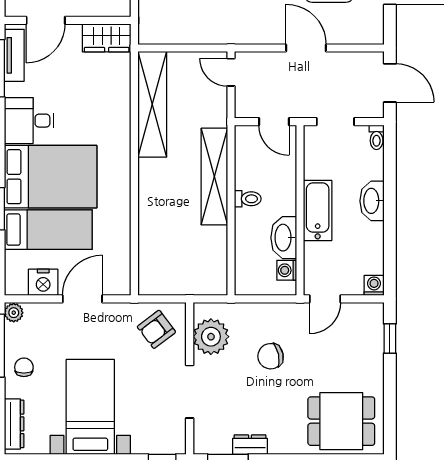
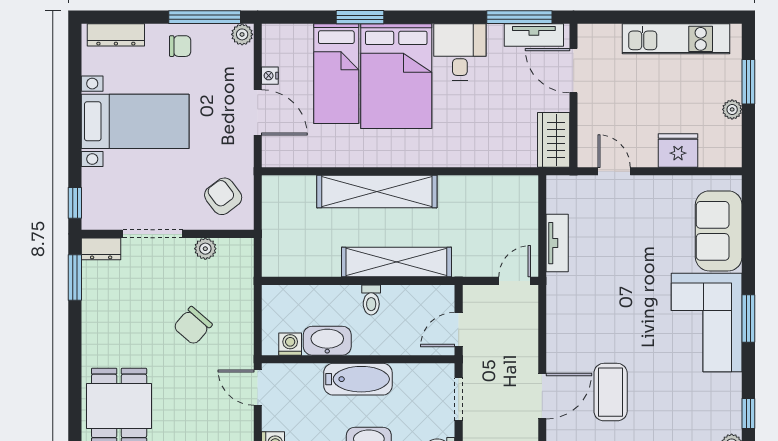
tv unit: (198, 35) -> (557, 243), added
door: (306, 48) -> (542, 396), moved
shelving: (152, 104) -> (377, 191), moved
nightstand: (43, 282) -> (270, 76), width x0.53, depth x0.56
plant: (211, 337) -> (205, 249), width x0.53, depth x0.53
chair: (271, 356) -> (193, 326), turned -127
dresser: (250, 445) -> (101, 249), moved, turned 90

